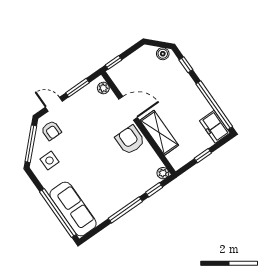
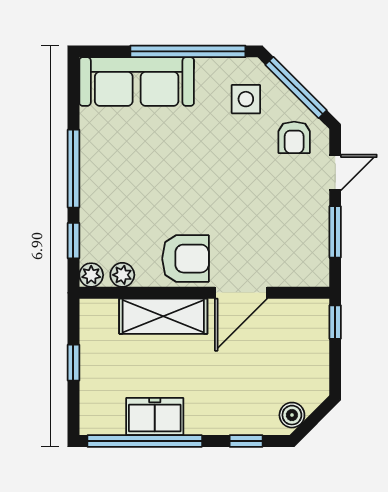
plant: (103, 88) -> (122, 275), moved
freezer: (215, 127) -> (155, 417), moved
armchair: (51, 130) -> (294, 137), turned -90
window: (58, 213) -> (188, 51), moved

